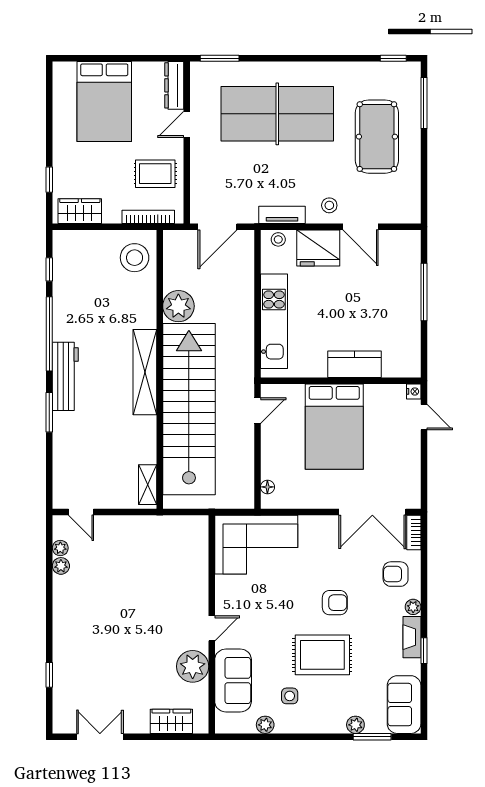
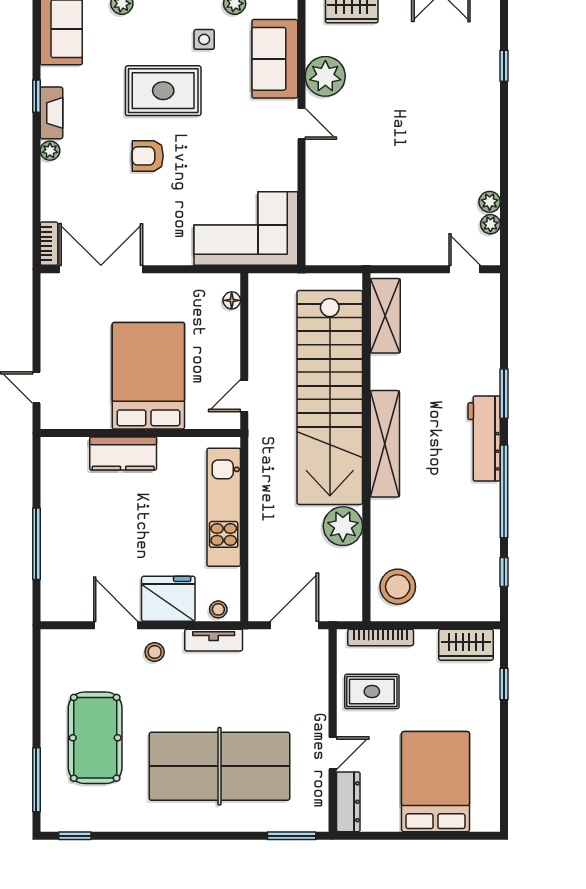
nightstand: (414, 391) -> (49, 420), removed
shelving: (148, 485) -> (385, 316), width x1.50, depth x1.33
armchair: (396, 574) -> (72, 192), removed
door: (212, 628) -> (301, 124), swing flipped

